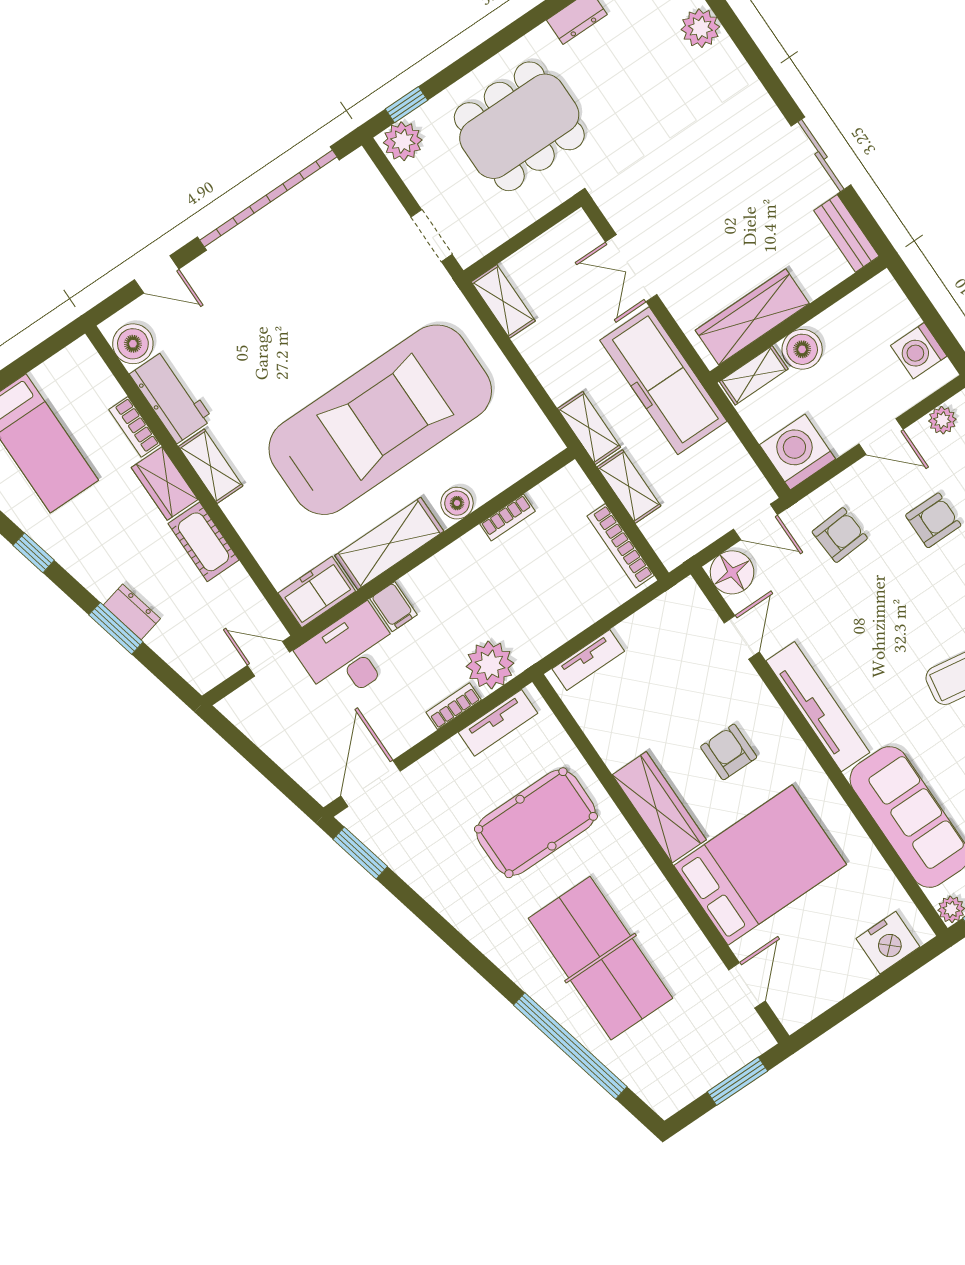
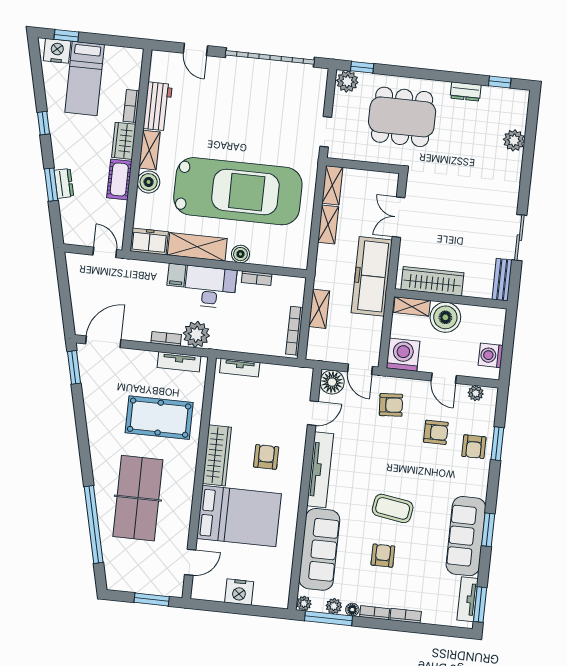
boiler: (133, 344) -> (149, 182), moved
boiler: (802, 349) -> (445, 317), width x1.37, depth x1.37
shelving: (589, 428) -> (328, 224), moved
desk: (350, 654) -> (210, 287), moved
nightstand: (888, 943) -> (239, 592), moved

